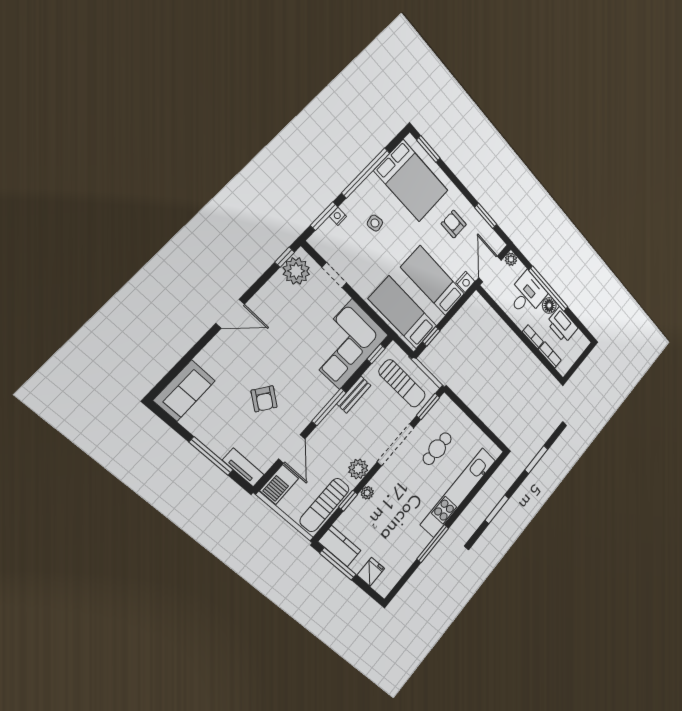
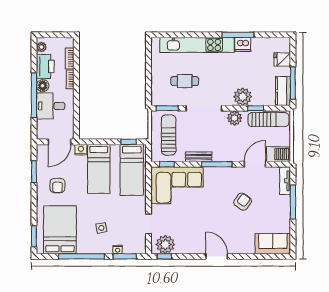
plant: (511, 259) -> (41, 47), moved
plant: (367, 493) -> (243, 97), width x1.88, depth x1.88
dishwasher: (420, 541) -> (243, 44), added

